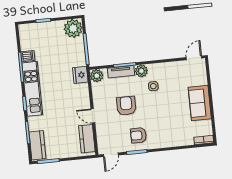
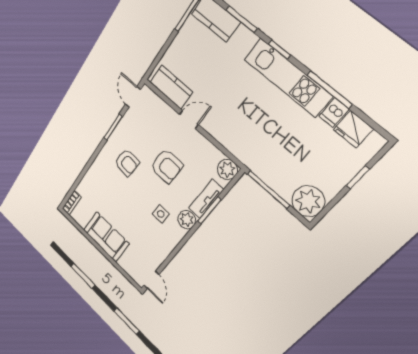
fridge: (80, 75) -> (353, 129), moved, turned 180
armchair: (138, 135) -> (127, 163), moved, turned 94

